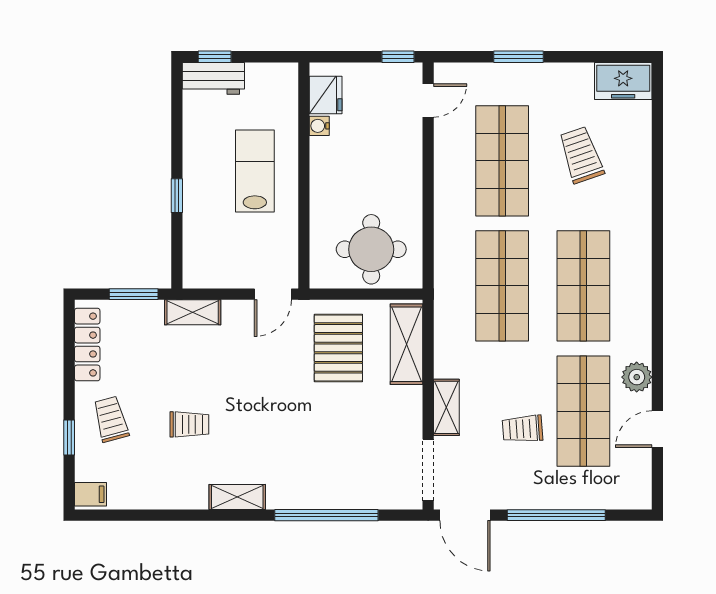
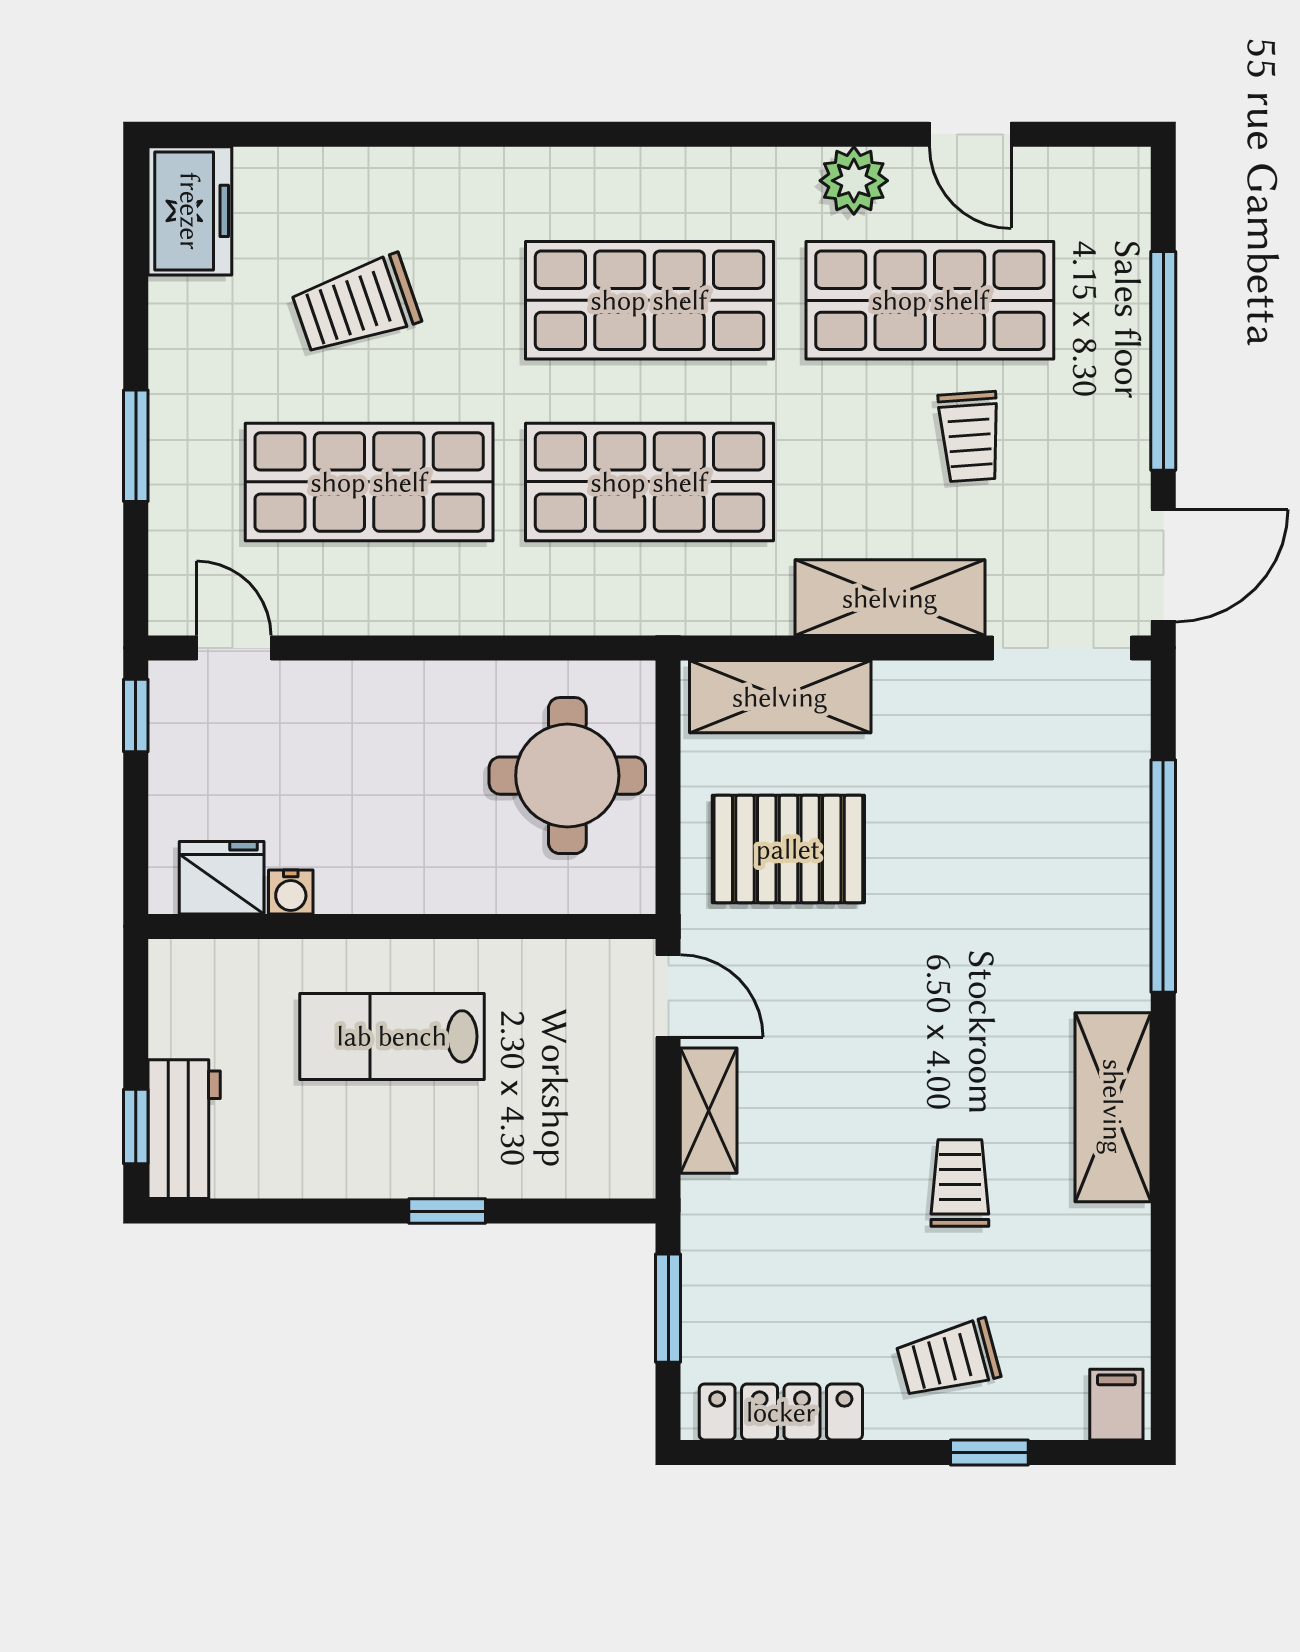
shelving: (193, 312) -> (709, 1111), moved
shelving: (446, 407) -> (890, 598), width x1.50, depth x1.33
shelving: (237, 497) -> (1113, 1107), width x1.50, depth x1.33

